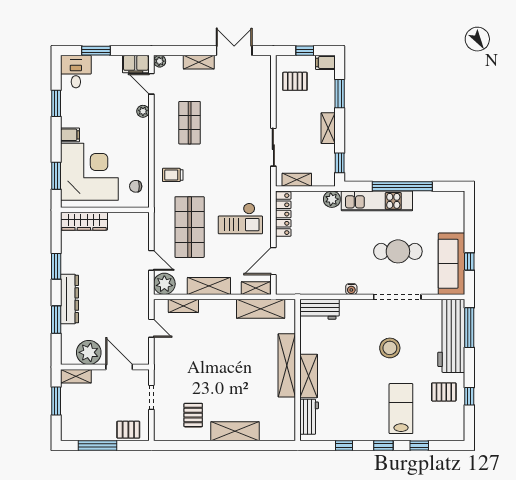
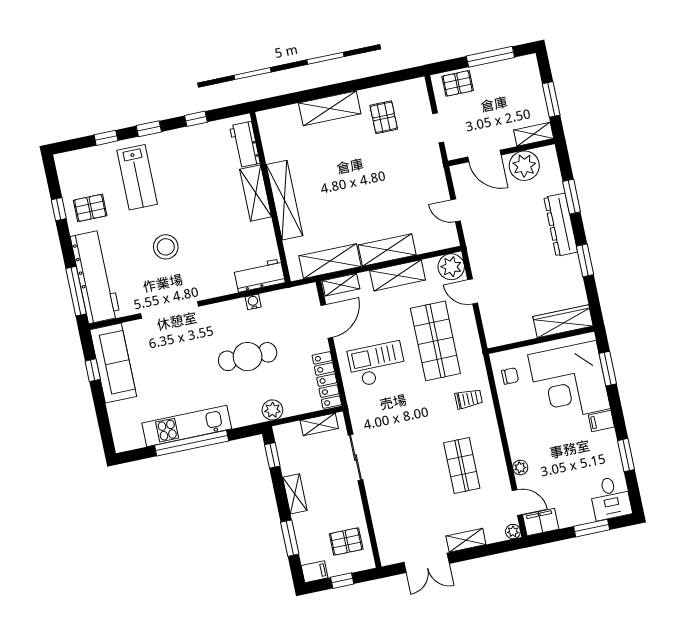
kitchen unit: (377, 201) -> (187, 426), moved
cafe table: (398, 251) -> (248, 357), moved
water cooler: (351, 289) -> (253, 302), moved
shelving: (183, 306) -> (387, 250), moved, width x1.50, depth x1.33

